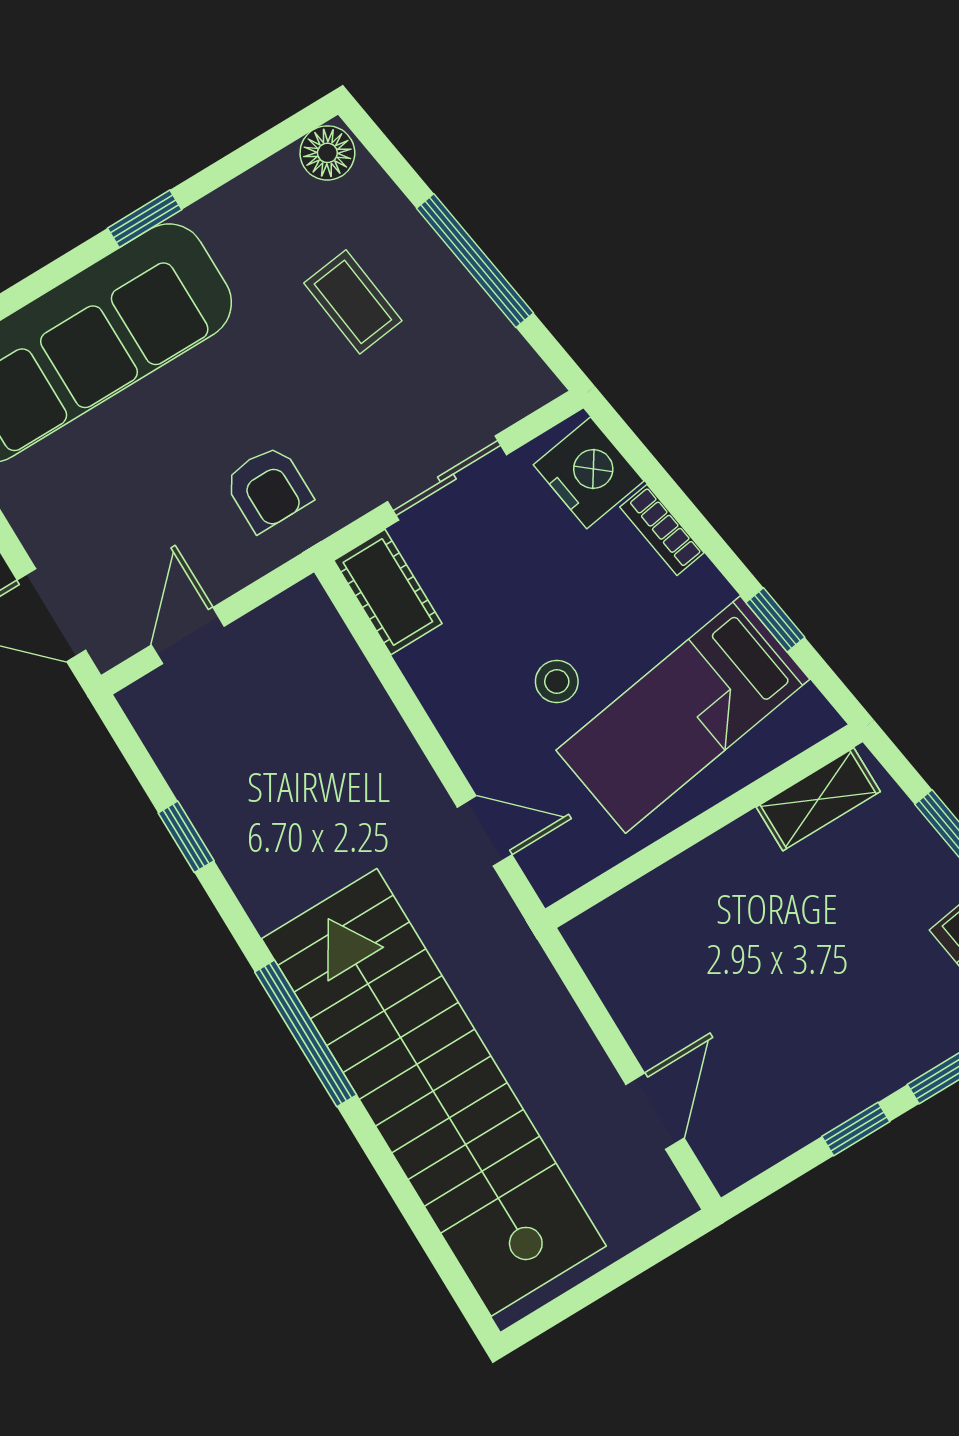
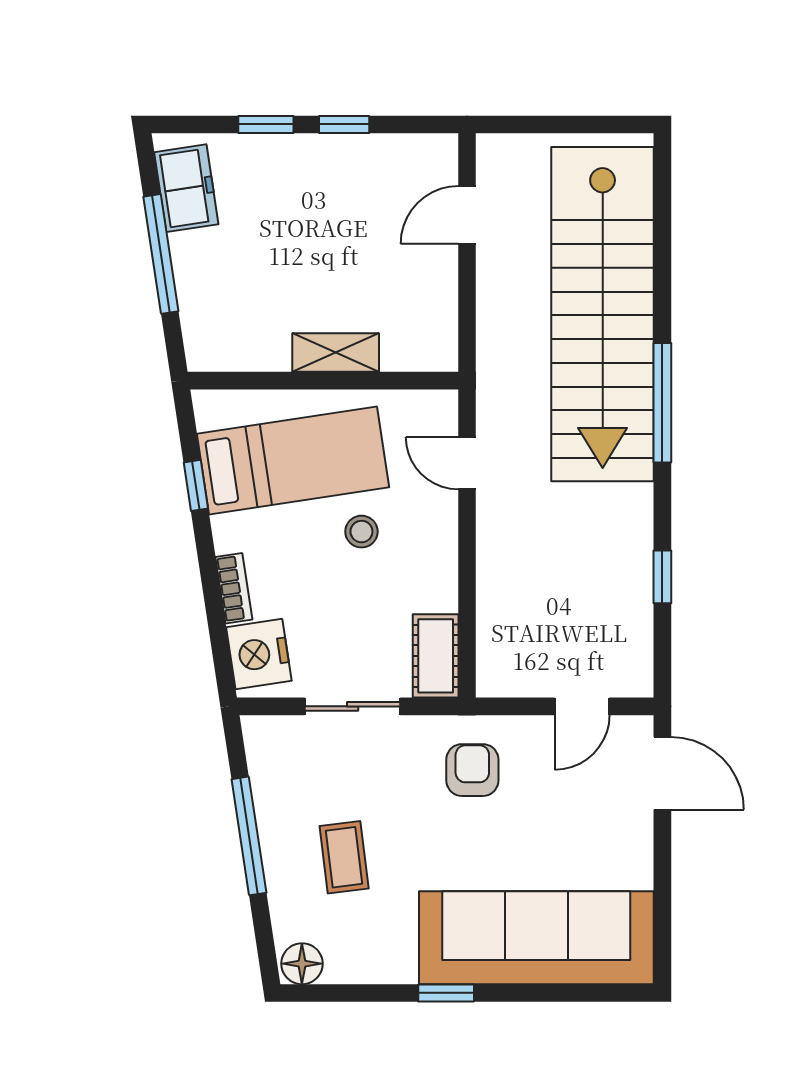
shelving: (818, 799) -> (336, 353), moved

